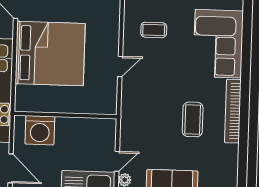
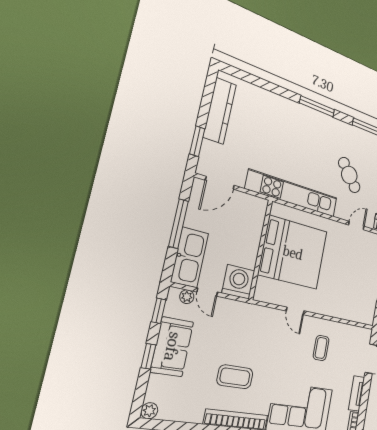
bed: (50, 54) -> (293, 253), moved, turned -90
washing machine: (40, 130) -> (238, 282), moved, turned 90

